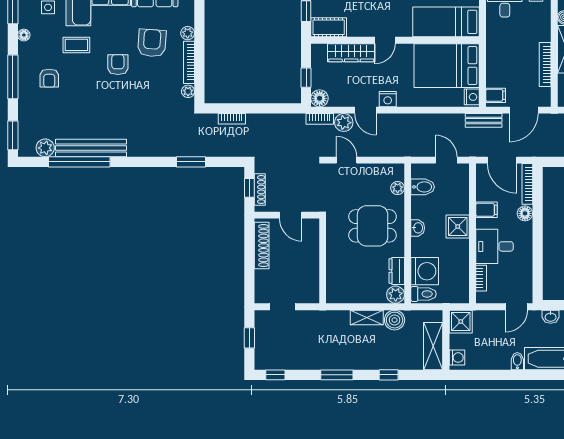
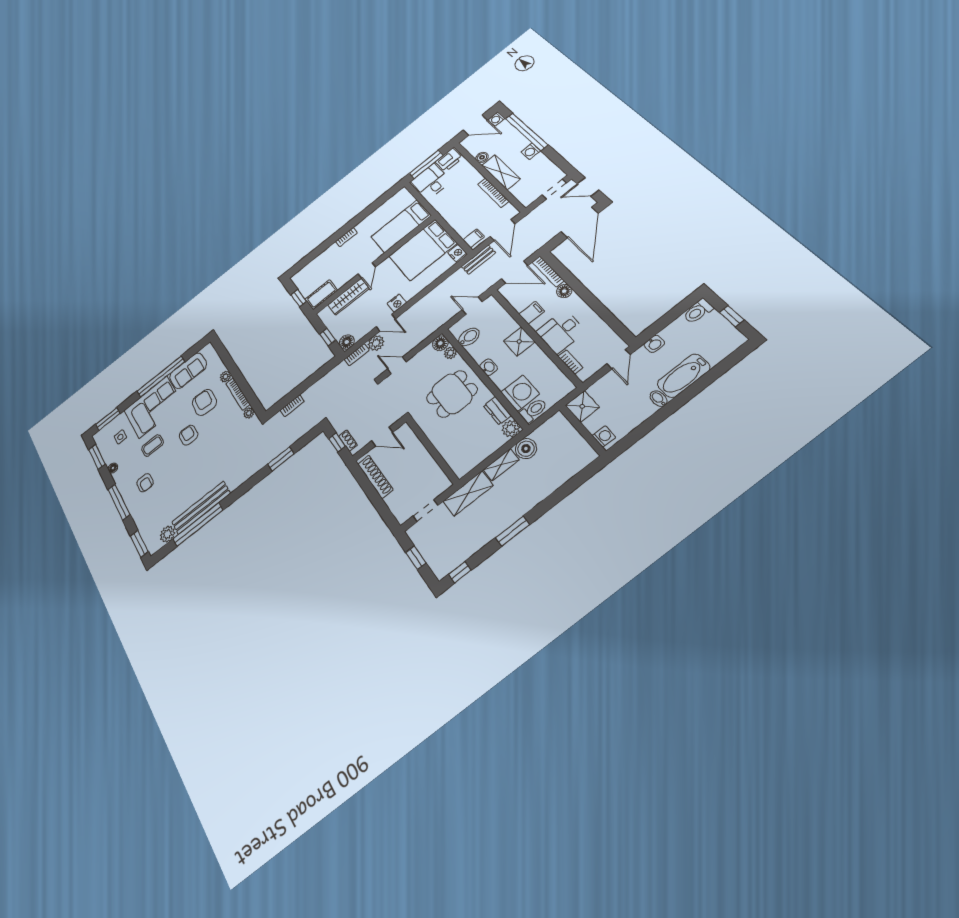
floor lamp: (396, 172) -> (440, 343), added
shoe rack: (260, 189) -> (348, 441), width x0.70
shelving: (433, 346) -> (468, 493), moved, turned 90
window: (389, 375) -> (557, 496), removed

